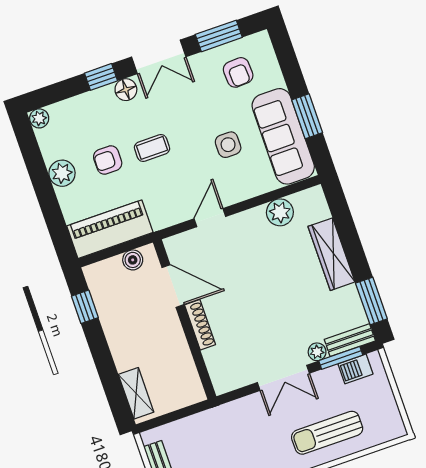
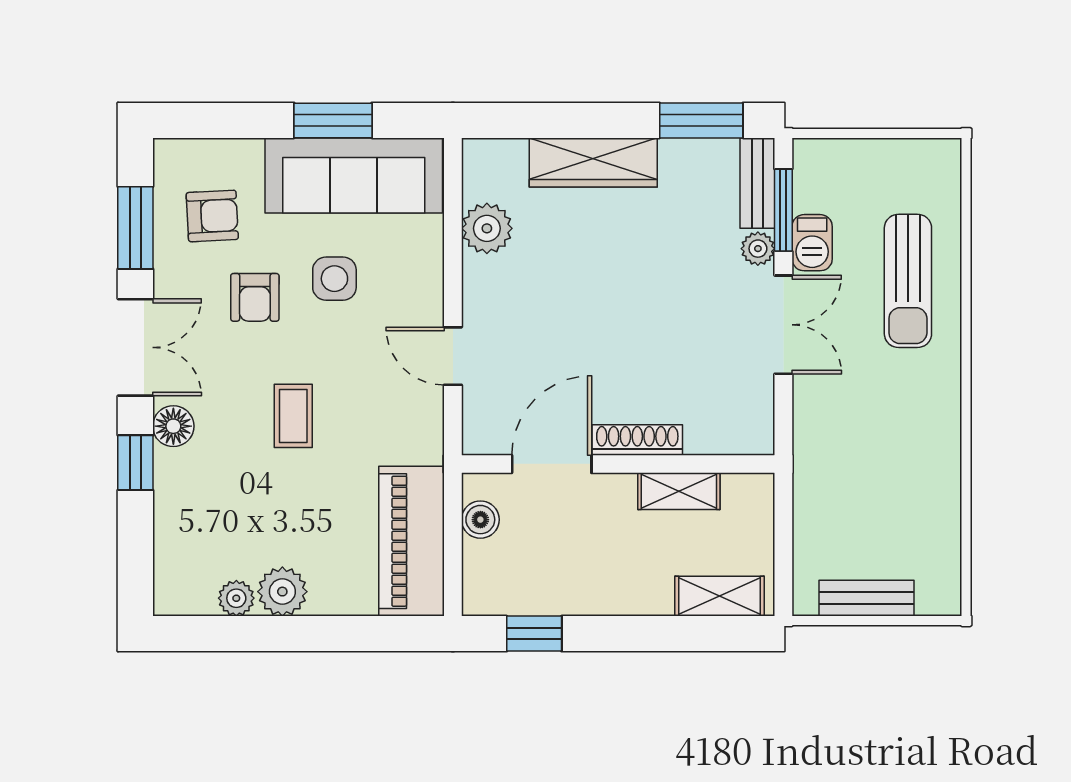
plant: (39, 118) -> (236, 598), moved
armchair: (108, 160) -> (255, 297), moved
shelving: (182, 355) -> (679, 491), added
barbecue: (355, 369) -> (812, 243), moved

